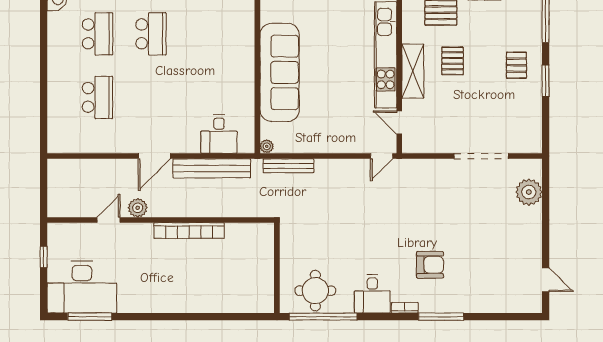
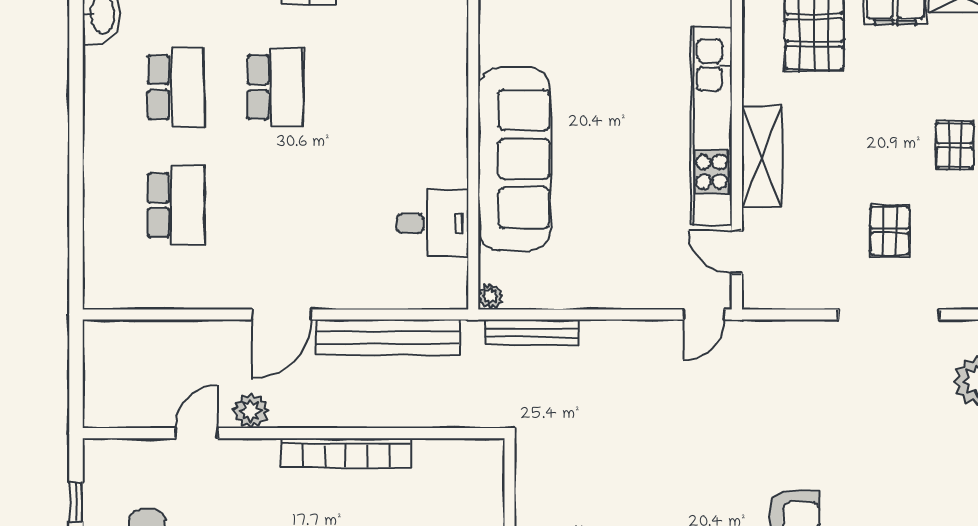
pallet: (453, 61) -> (890, 231), moved
desk: (219, 134) -> (432, 223), moved, turned -90

